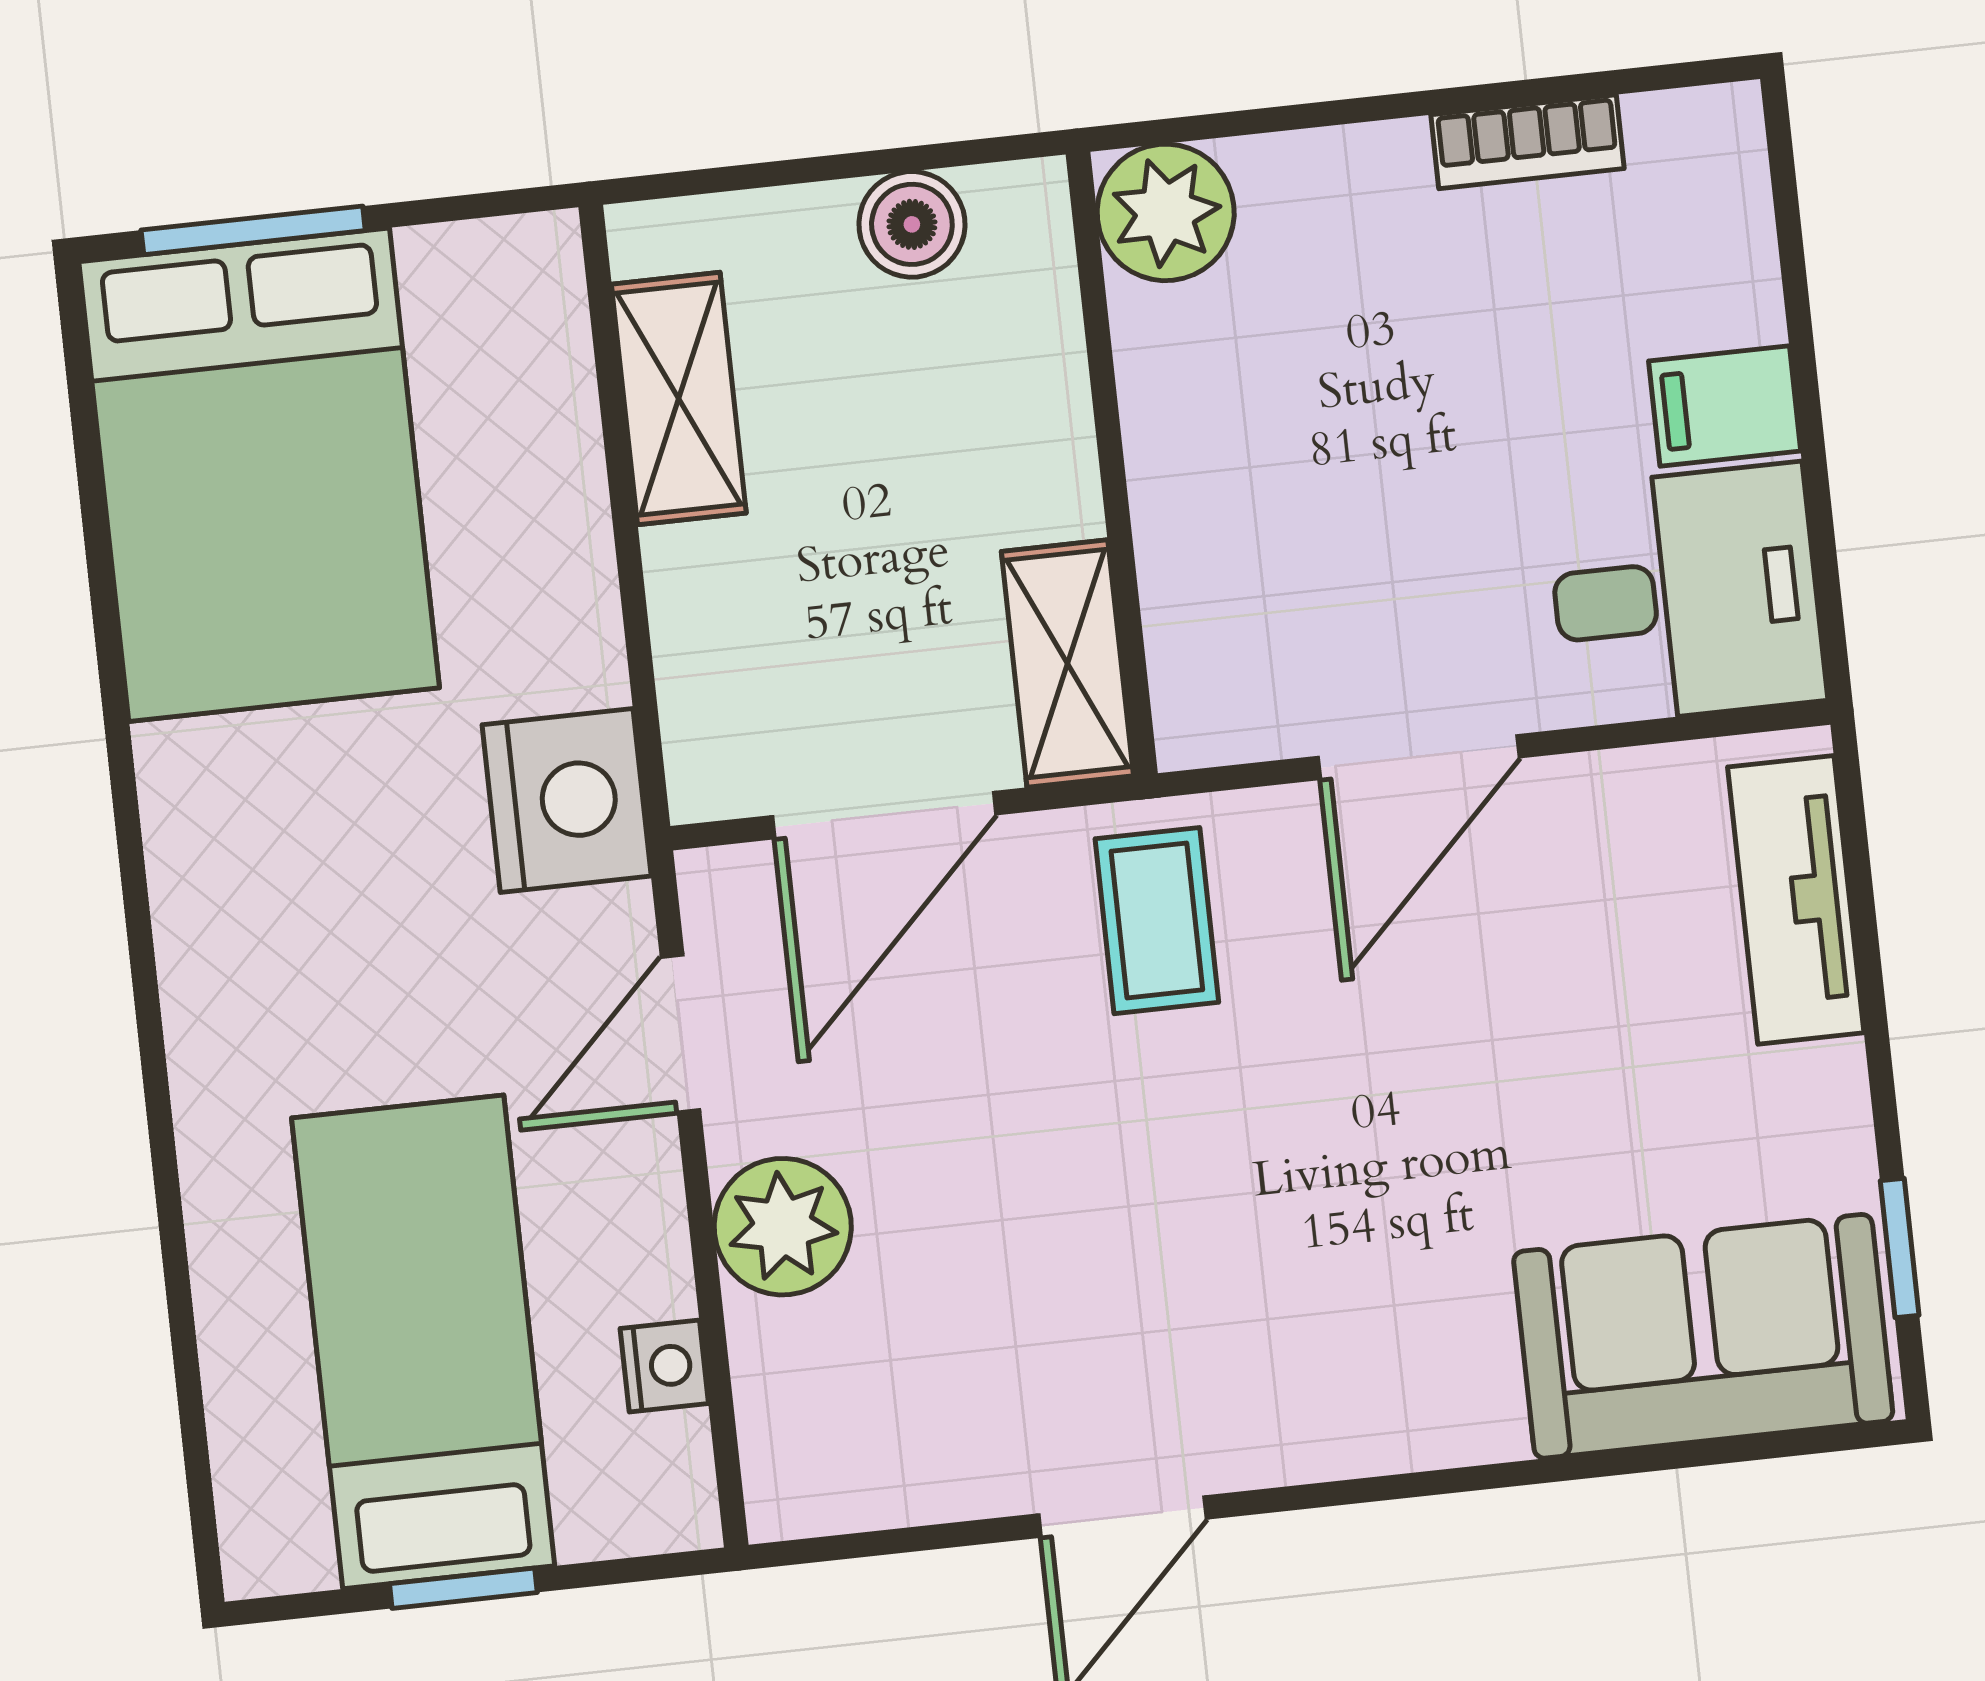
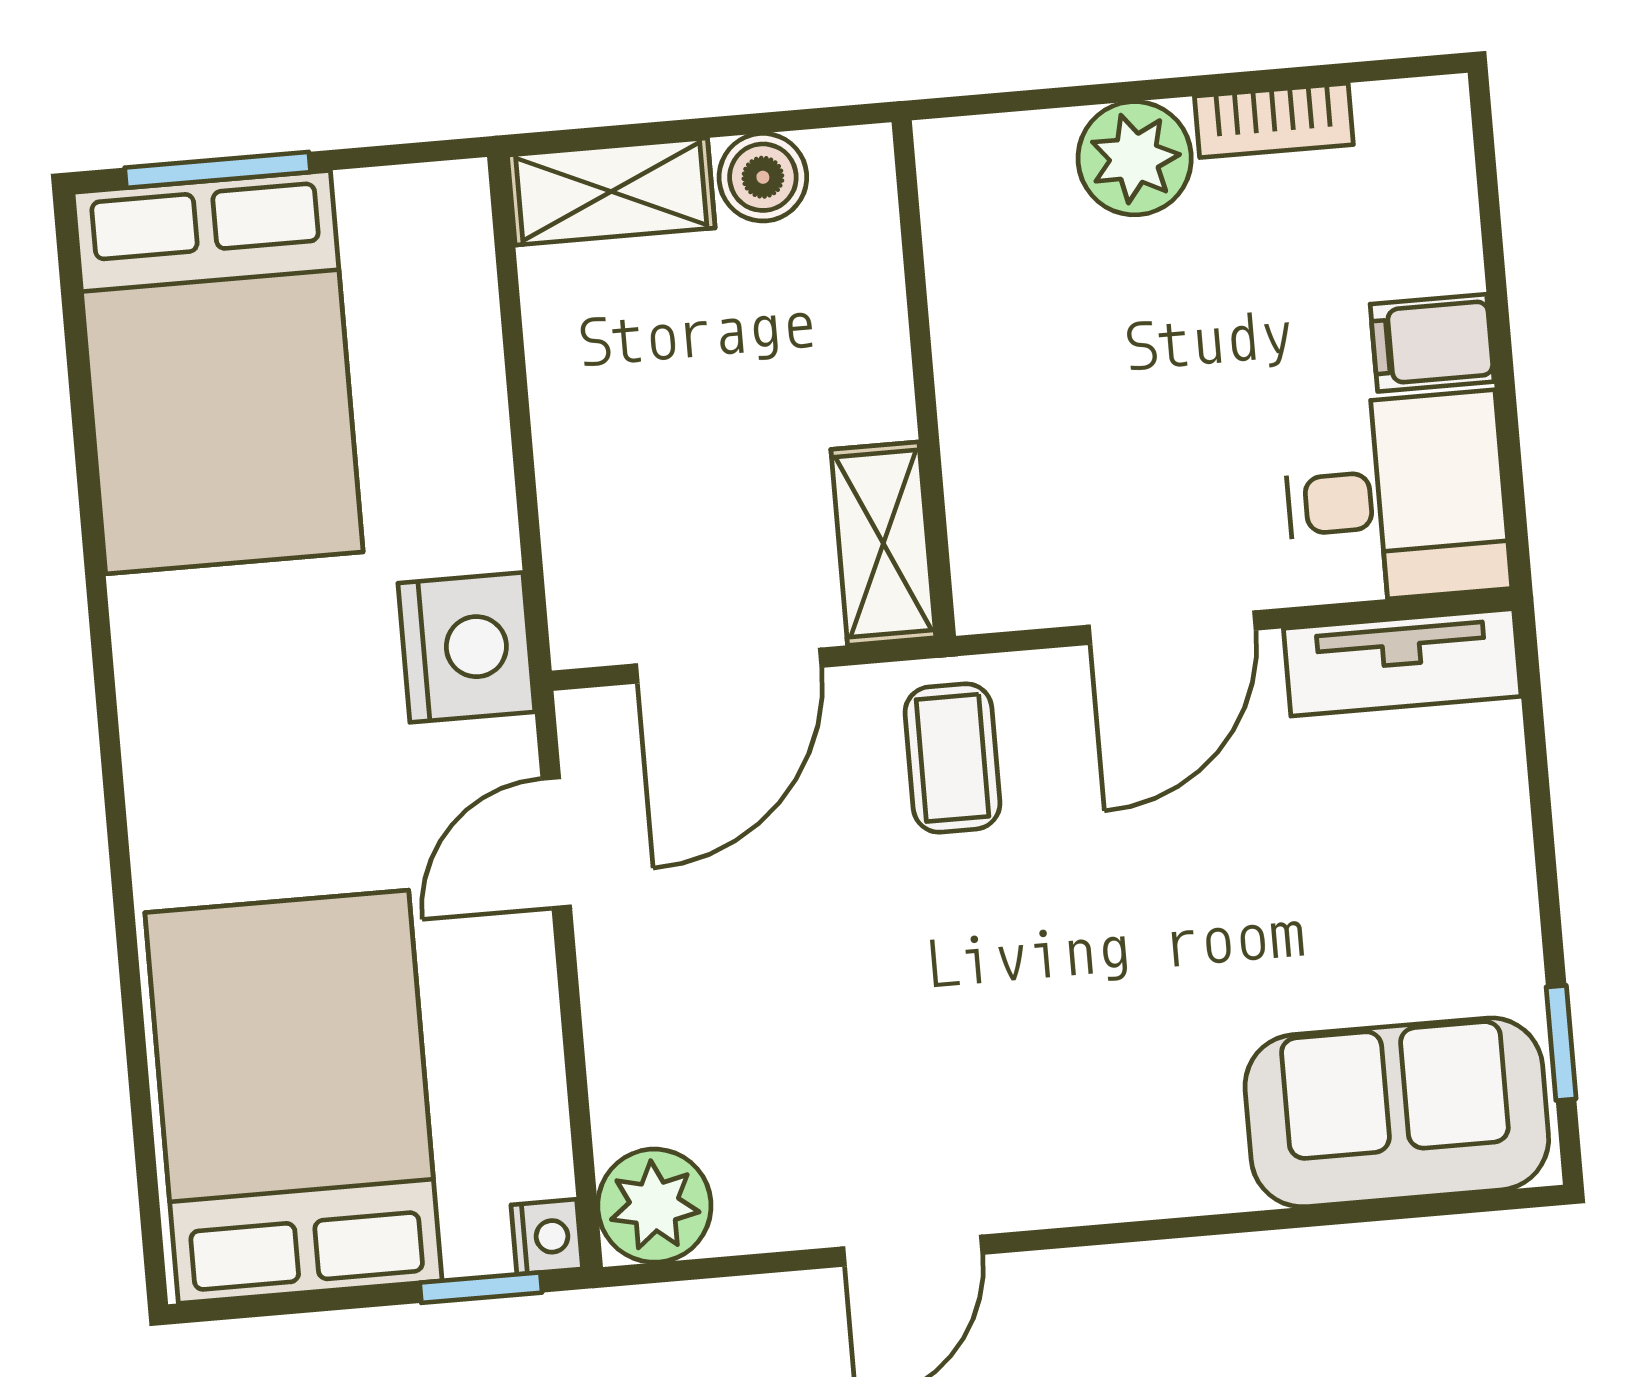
plant: (1166, 212) -> (1135, 158), moved
shelving: (679, 399) -> (611, 192), moved, turned 90
tv unit: (1796, 900) -> (1402, 662), moved, turned -90
plant: (783, 1227) -> (654, 1206), moved
bed: (423, 1342) -> (293, 1097), width x1.50
nightstand: (664, 1366) -> (547, 1237), moved
window: (463, 1588) -> (481, 1288), moved

